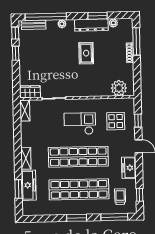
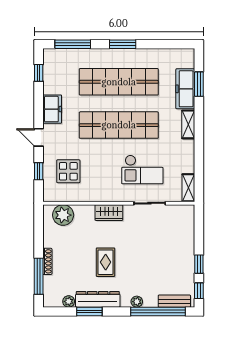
wardrobe: (30, 92) -> (109, 213), moved
checkout: (80, 124) -> (142, 170), moved
trolley: (120, 197) -> (64, 71), removed

